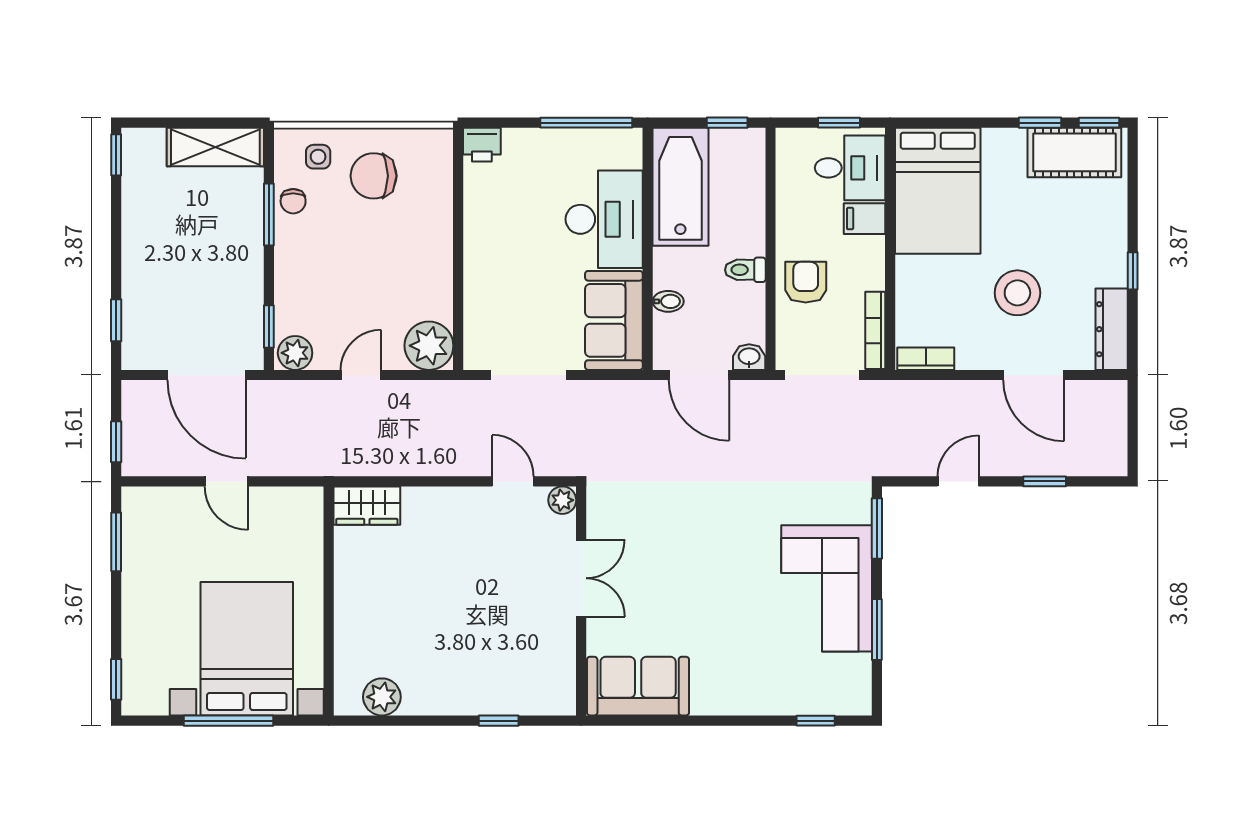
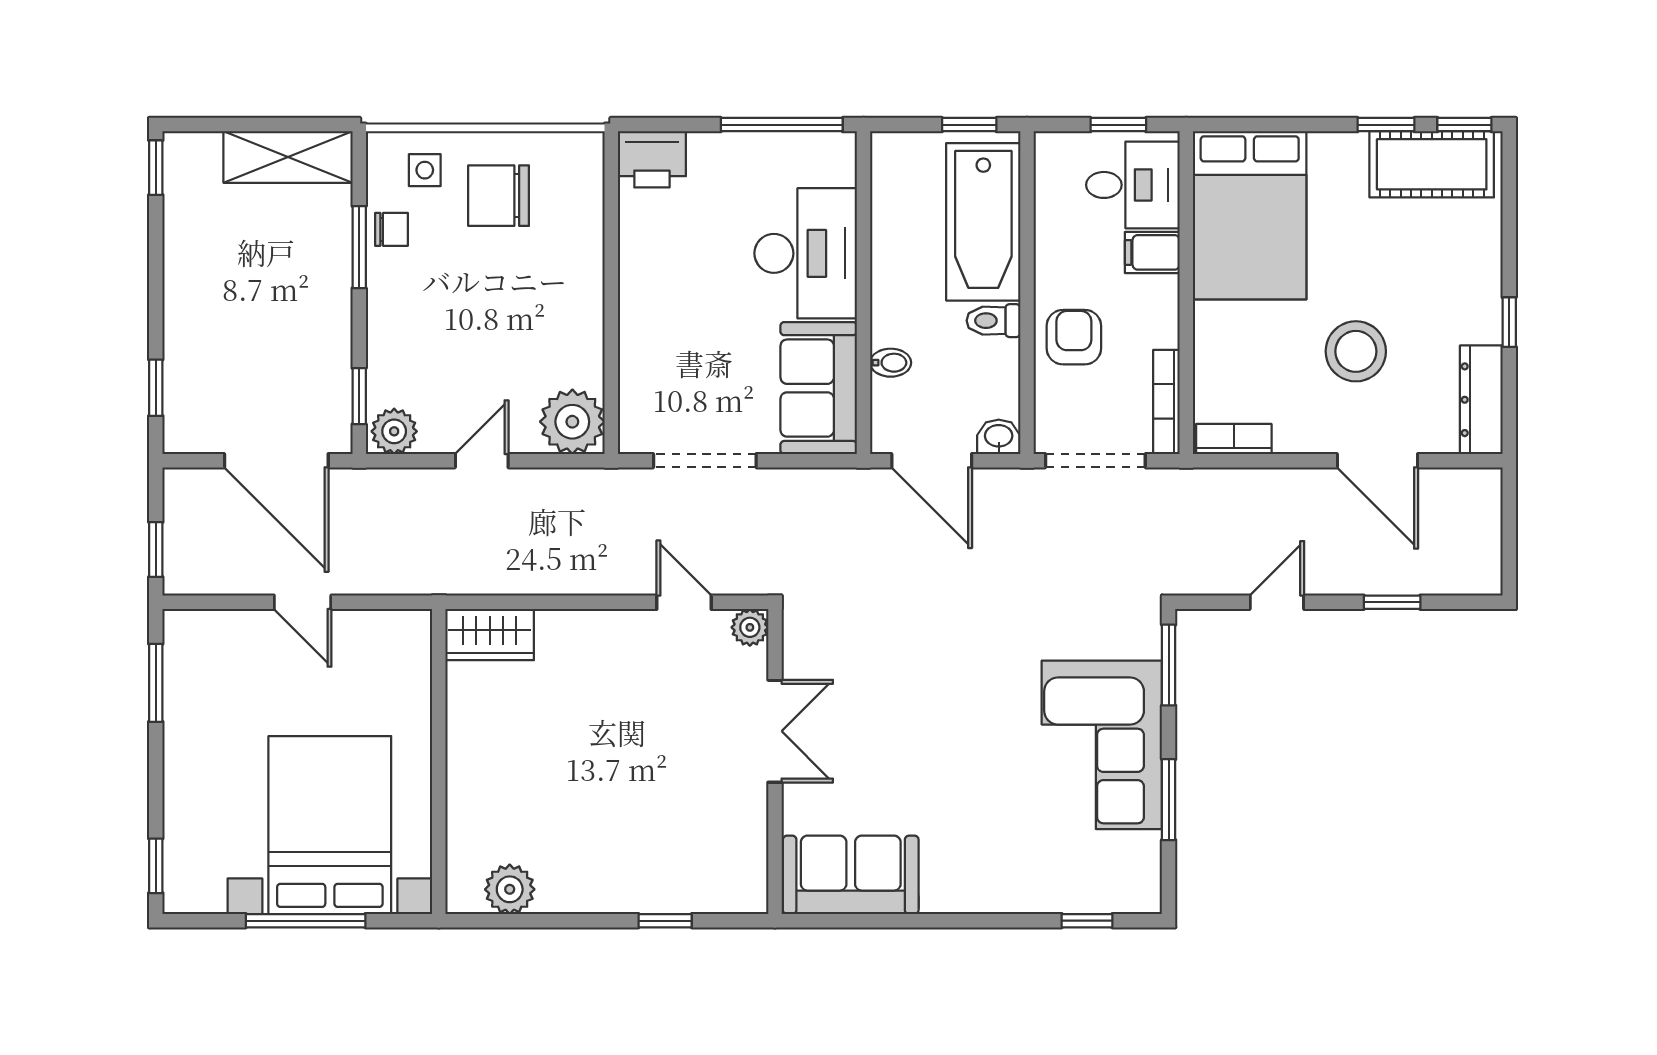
printer: (482, 145) -> (652, 159), width x1.36, depth x1.24
bathtub: (680, 187) -> (983, 222), moved, turned 180
chair: (293, 201) -> (391, 229), turned -90

